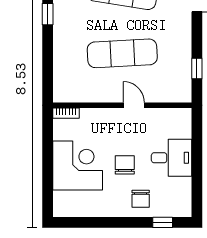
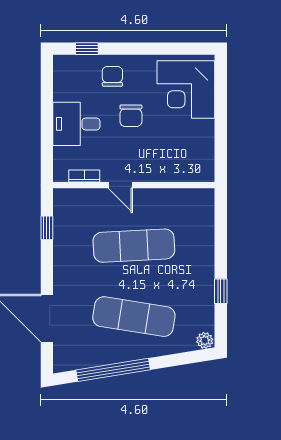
bookcase: (66, 113) -> (84, 176), moved
corner desk: (78, 166) -> (186, 90), moved

